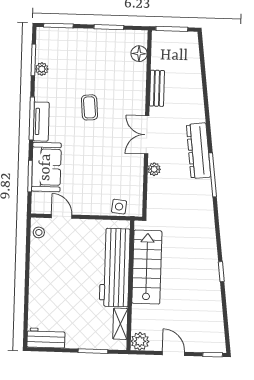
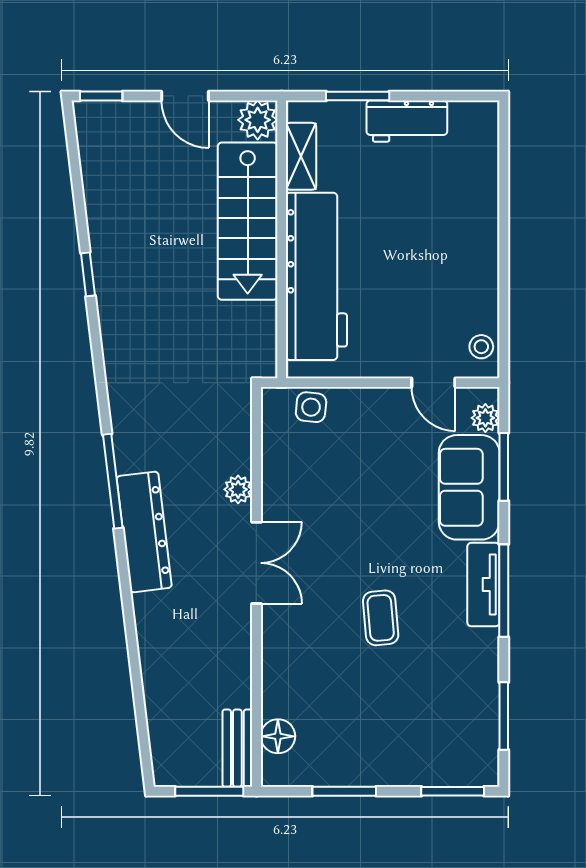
plant: (42, 69) -> (485, 418), moved
bench: (157, 88) -> (237, 748), moved
stairs: (147, 267) -> (248, 221), moved
workbench: (46, 338) -> (407, 121), moved

